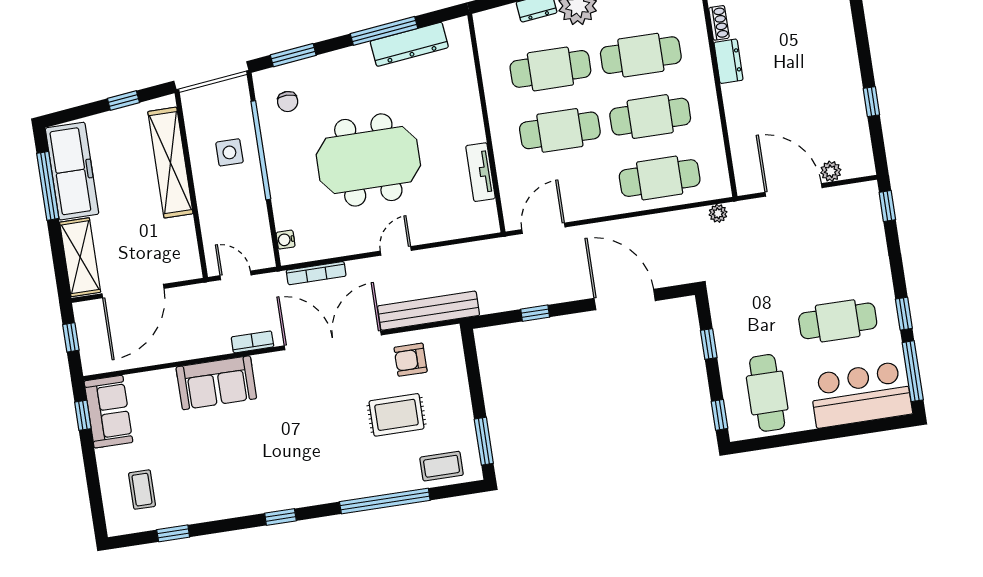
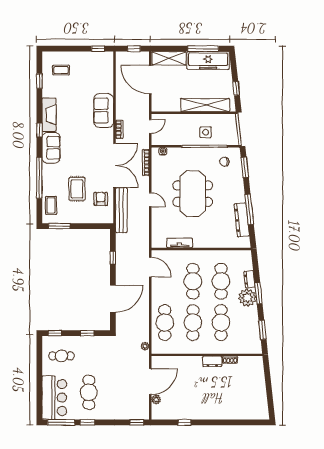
cafe table: (767, 393) -> (61, 356), width x0.73, depth x0.74
sofa: (108, 412) -> (51, 148), moved, turned -90
fireplace: (244, 501) -> (49, 115), added

